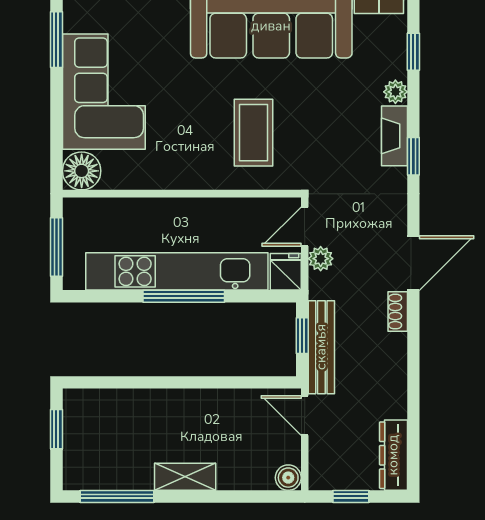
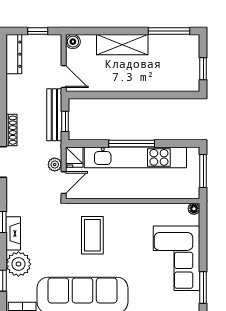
plant: (395, 92) -> (18, 264), width x1.87, depth x1.87
floor lamp: (82, 171) -> (194, 209), width x0.53, depth x0.53
shoe rack: (398, 312) -> (11, 130), width x1.43
shelving: (185, 477) -> (122, 45), width x1.50, depth x1.33

